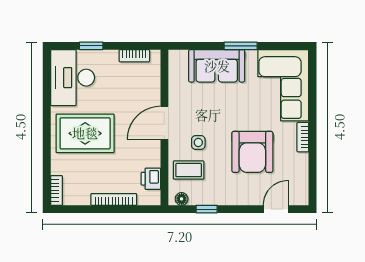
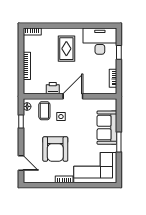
door: (164, 123) -> (73, 96), hinge flipped
rug: (85, 133) -> (66, 49), width x0.73, depth x0.70
armchair: (252, 152) -> (55, 149), turned -90
printer: (151, 179) -> (53, 88), moved

